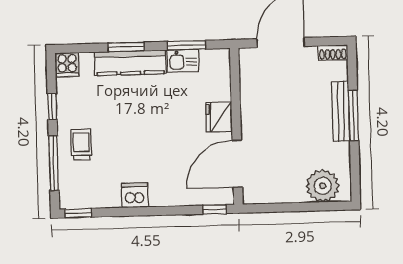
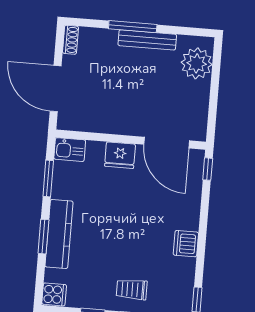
kitchen sink: (183, 61) -> (70, 150), moved, turned 90
bench: (341, 111) -> (147, 40), moved

